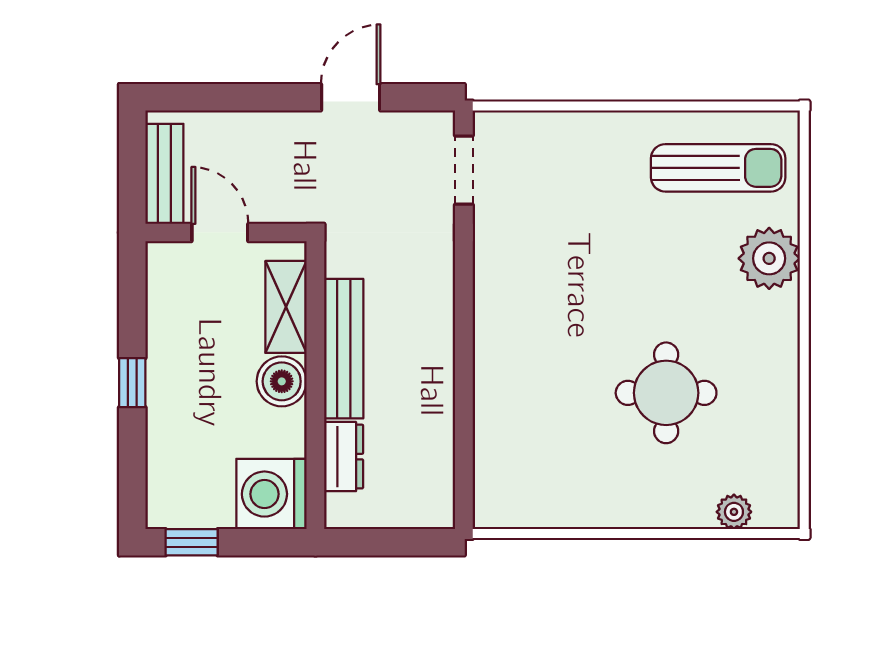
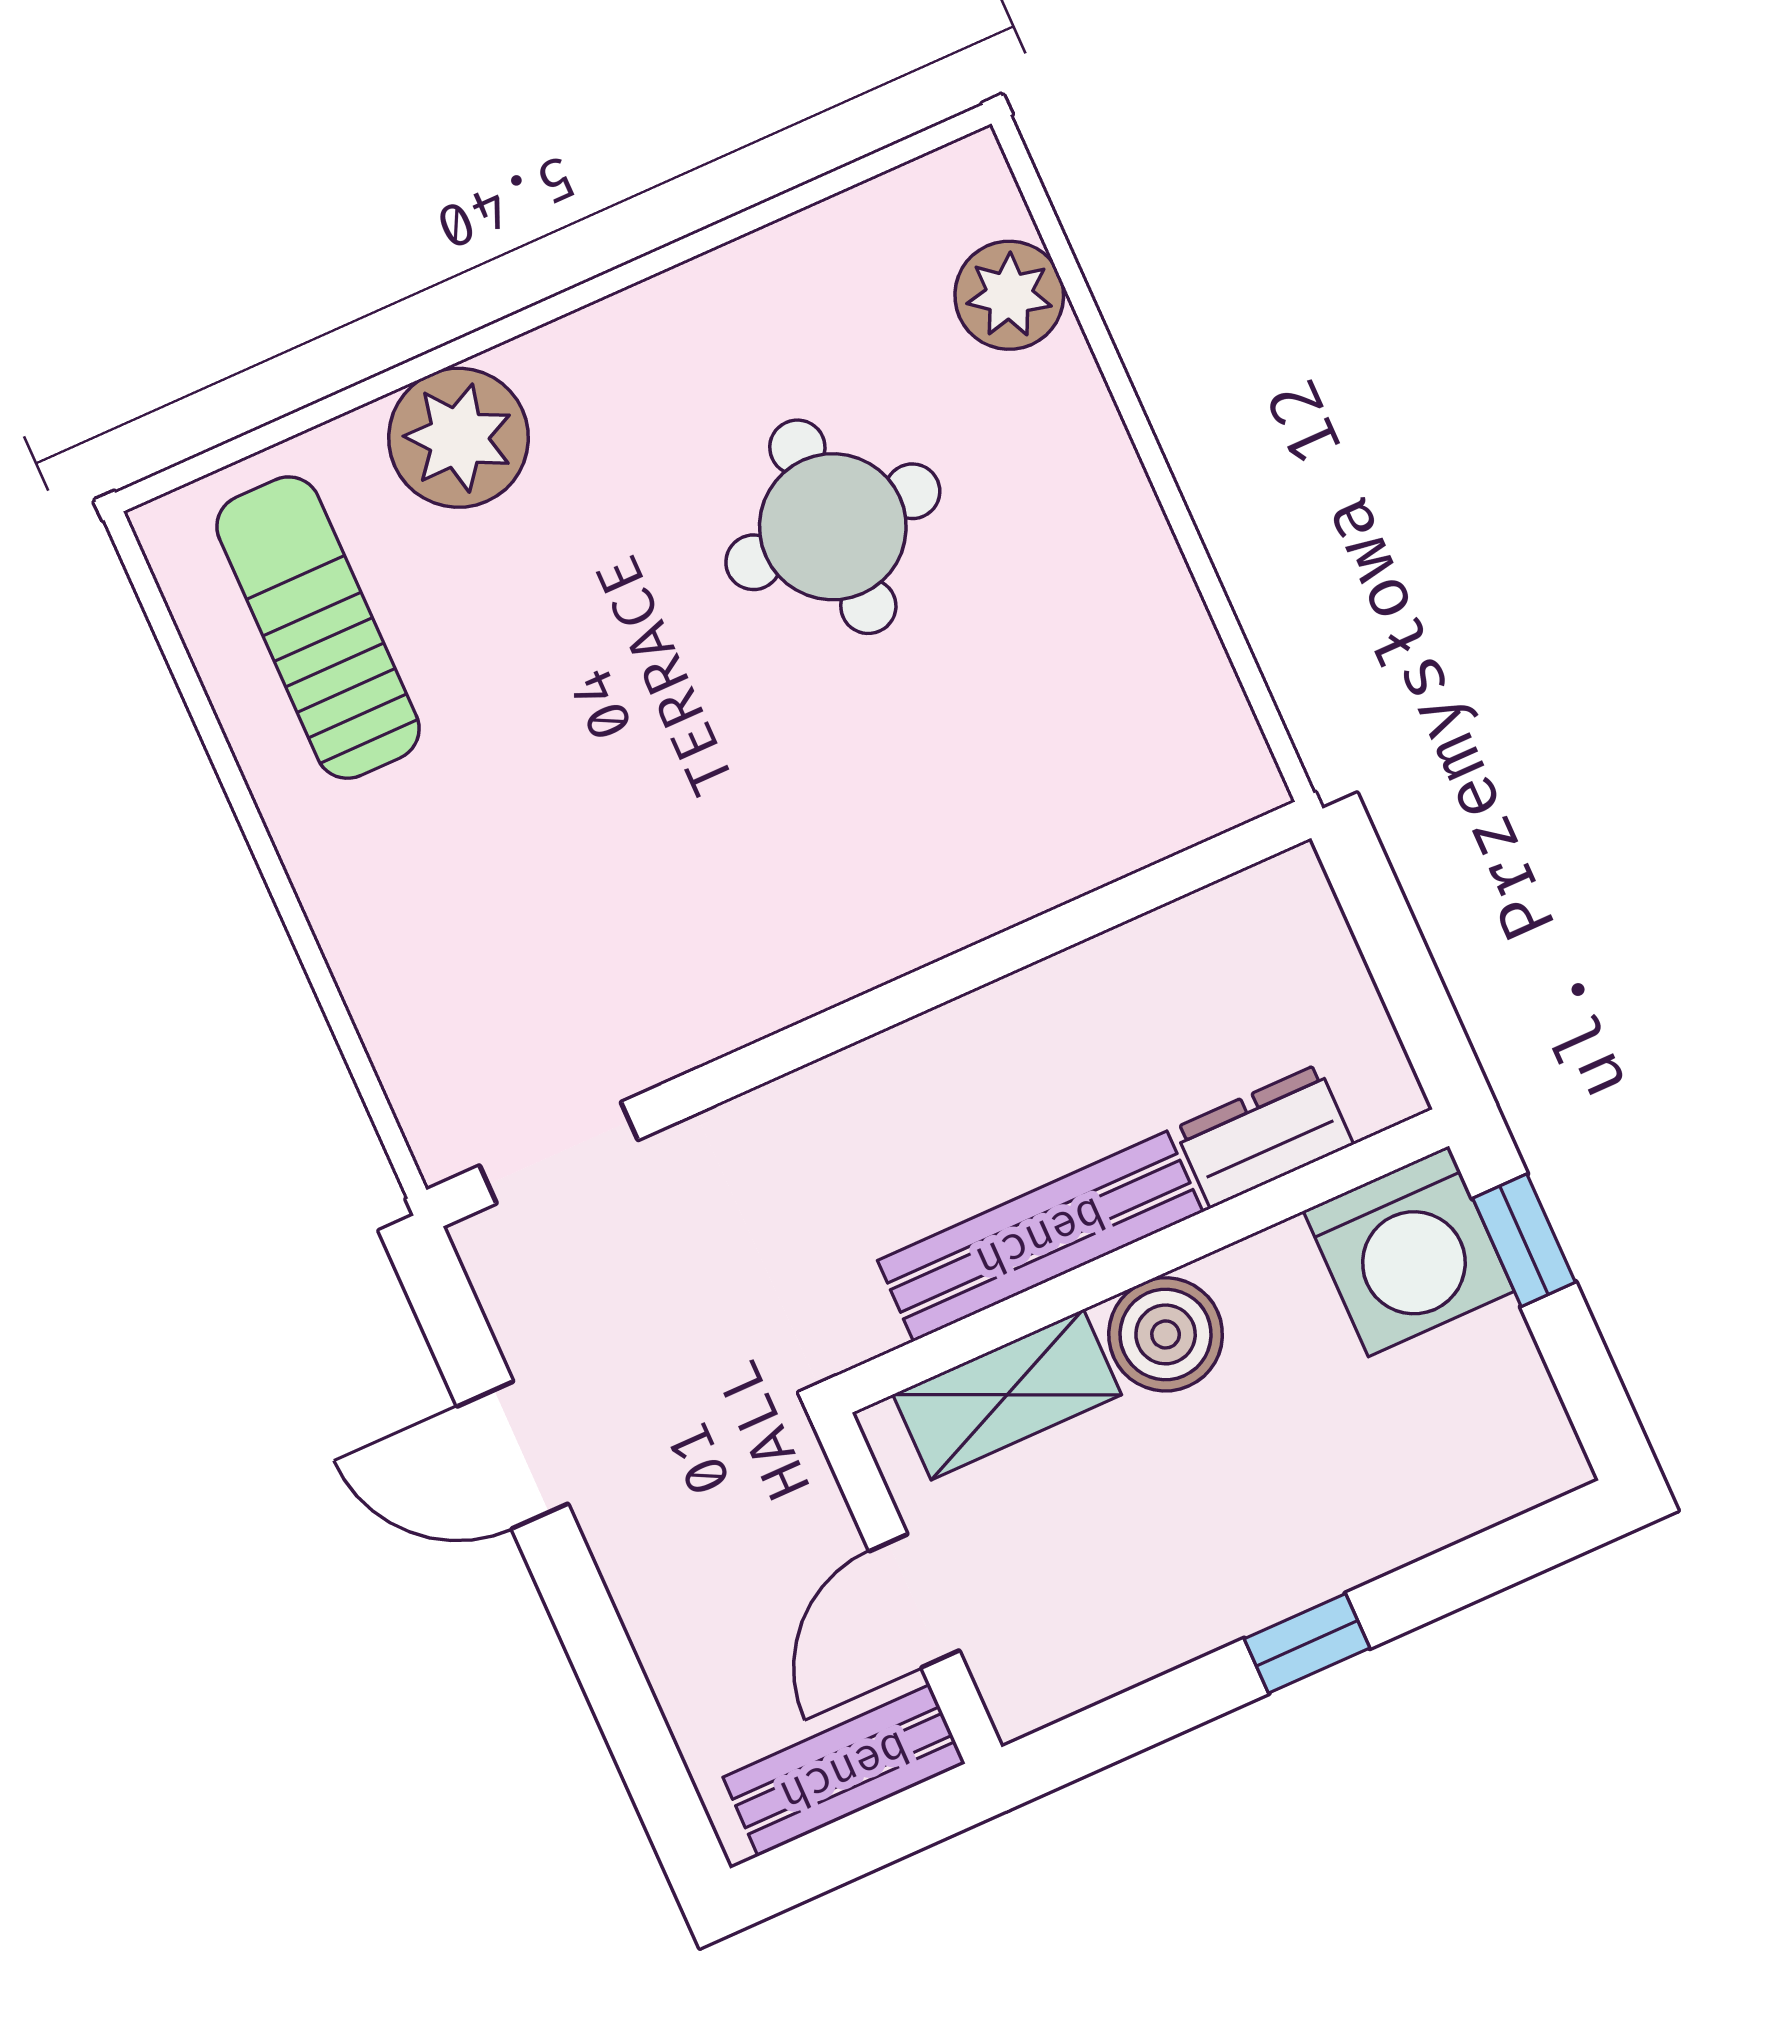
plant: (734, 512) -> (1009, 295), width x1.38, depth x1.38
window: (192, 542) -> (1524, 1240), moved

